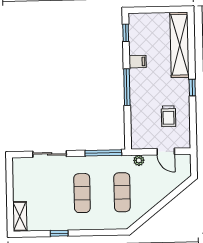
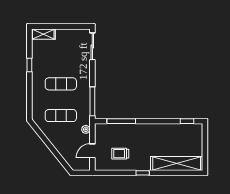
filing cabinet: (138, 62) -> (164, 130), removed
window: (127, 87) -> (121, 121), moved
sliding door: (50, 154) -> (92, 46), moved

